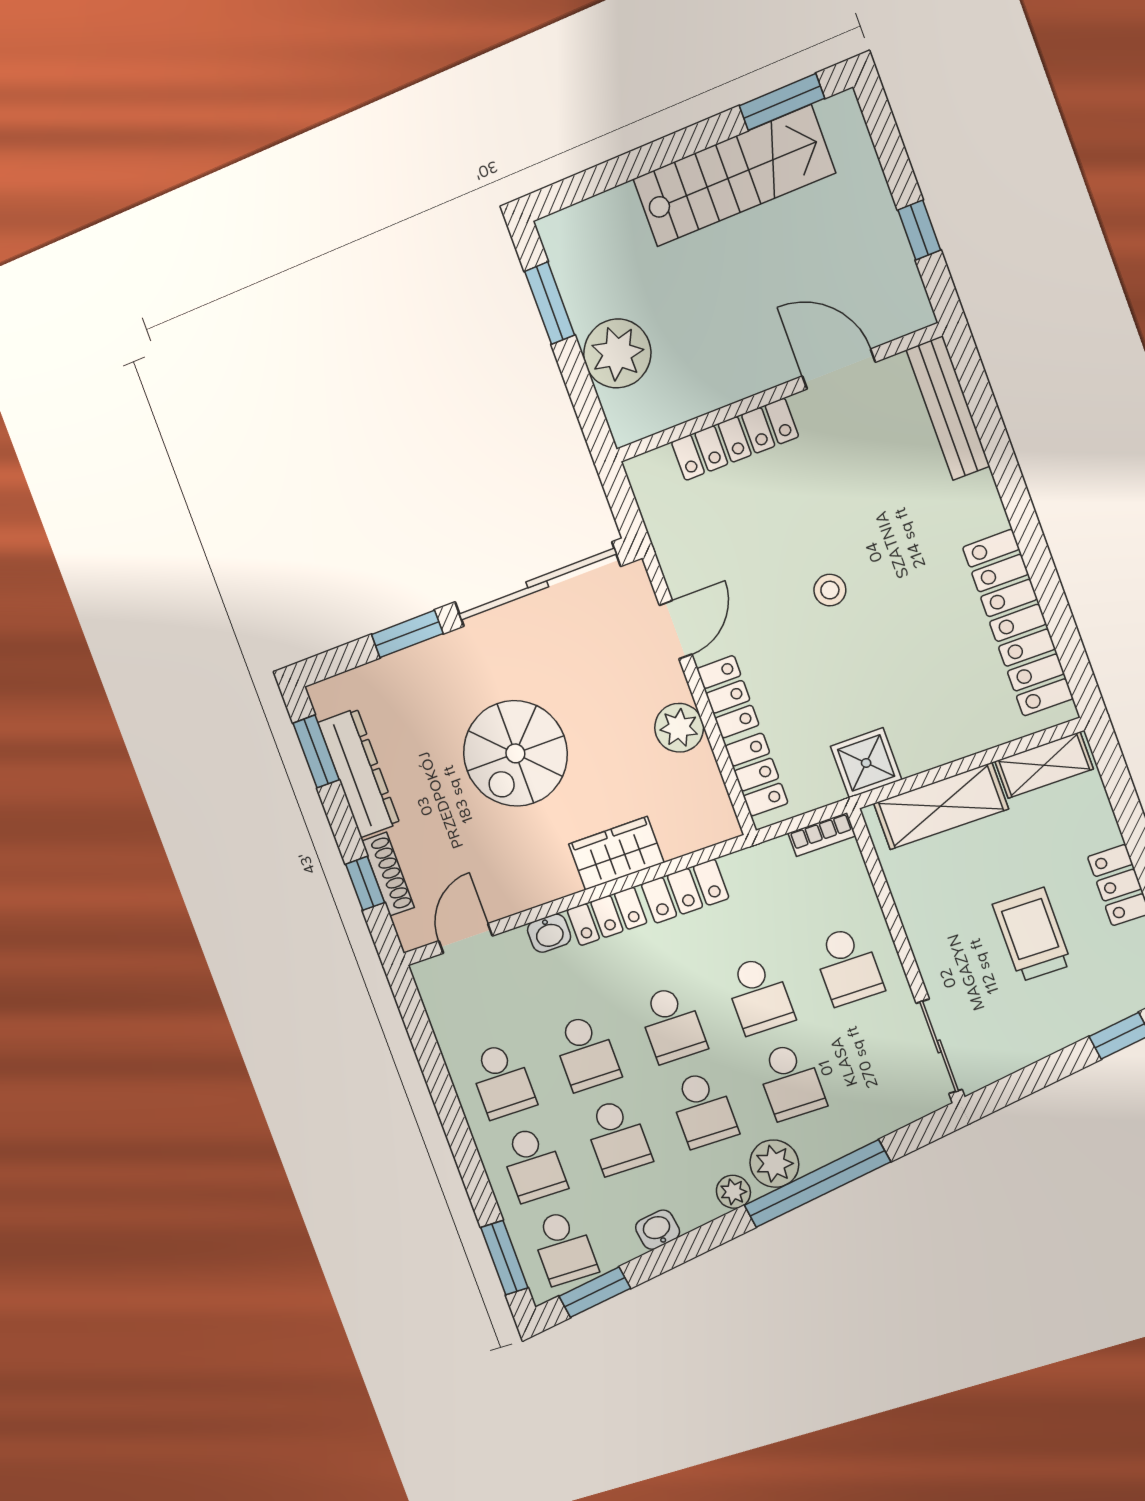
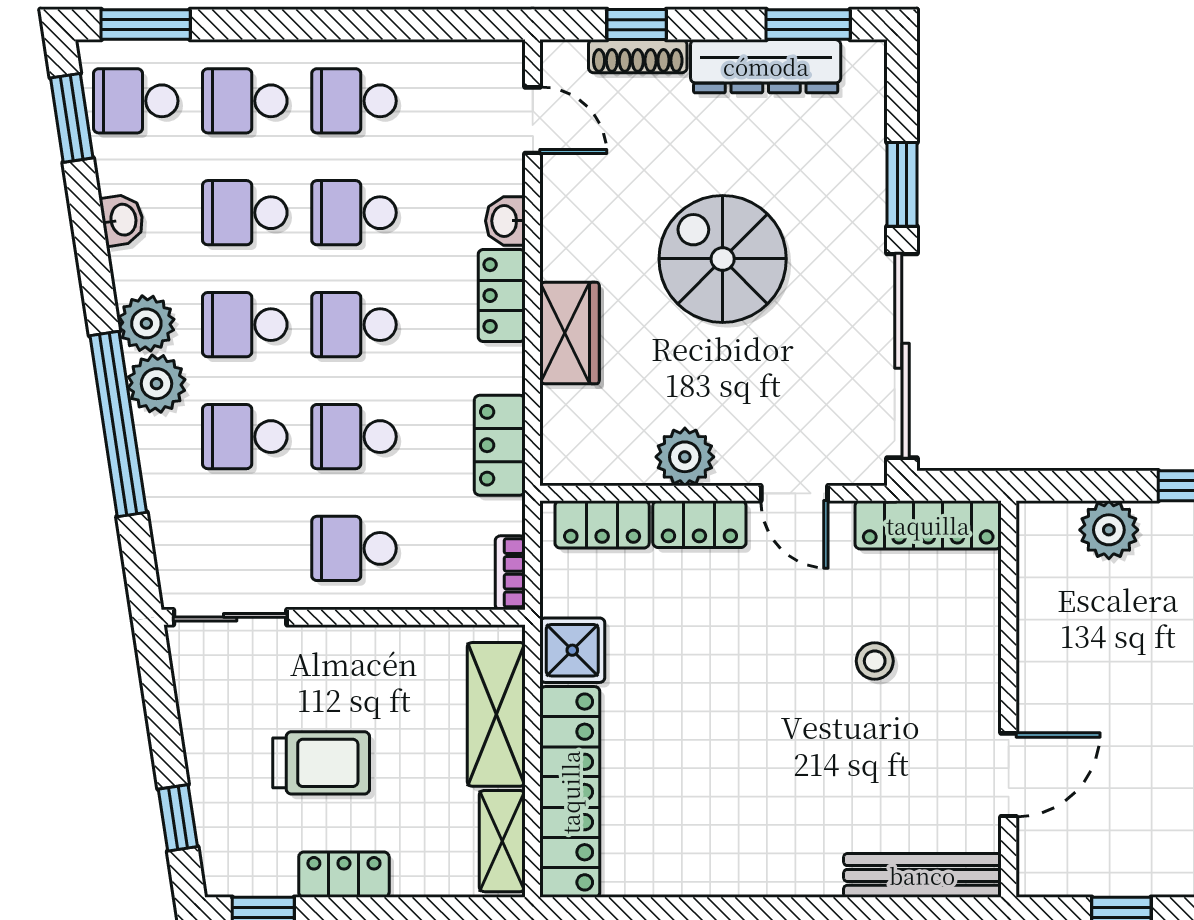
plant: (617, 353) -> (1109, 530), width x0.73, depth x0.73
locker: (735, 439) -> (928, 525), moved, turned -90
stool: (830, 590) -> (875, 661), moved
locker: (1018, 623) -> (570, 792), moved, turned 90
locker: (685, 891) -> (500, 445), moved
plant: (733, 1192) -> (146, 323), width x1.38, depth x1.38

